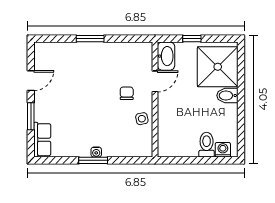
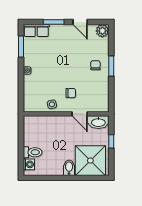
plant: (43, 51) -> (102, 31), added
chair: (89, 60) -> (95, 65), added
window: (93, 160) -> (21, 46), moved

